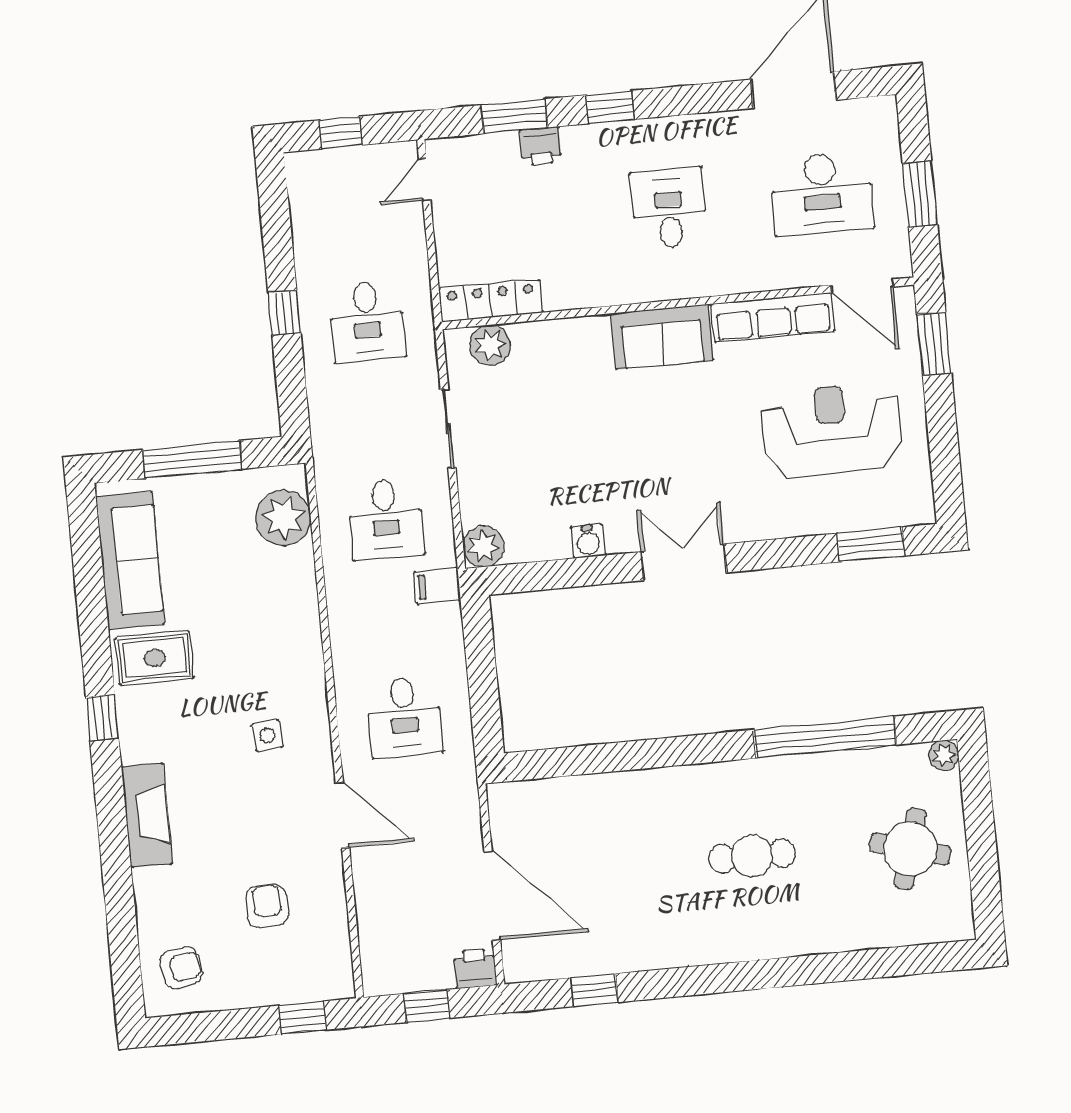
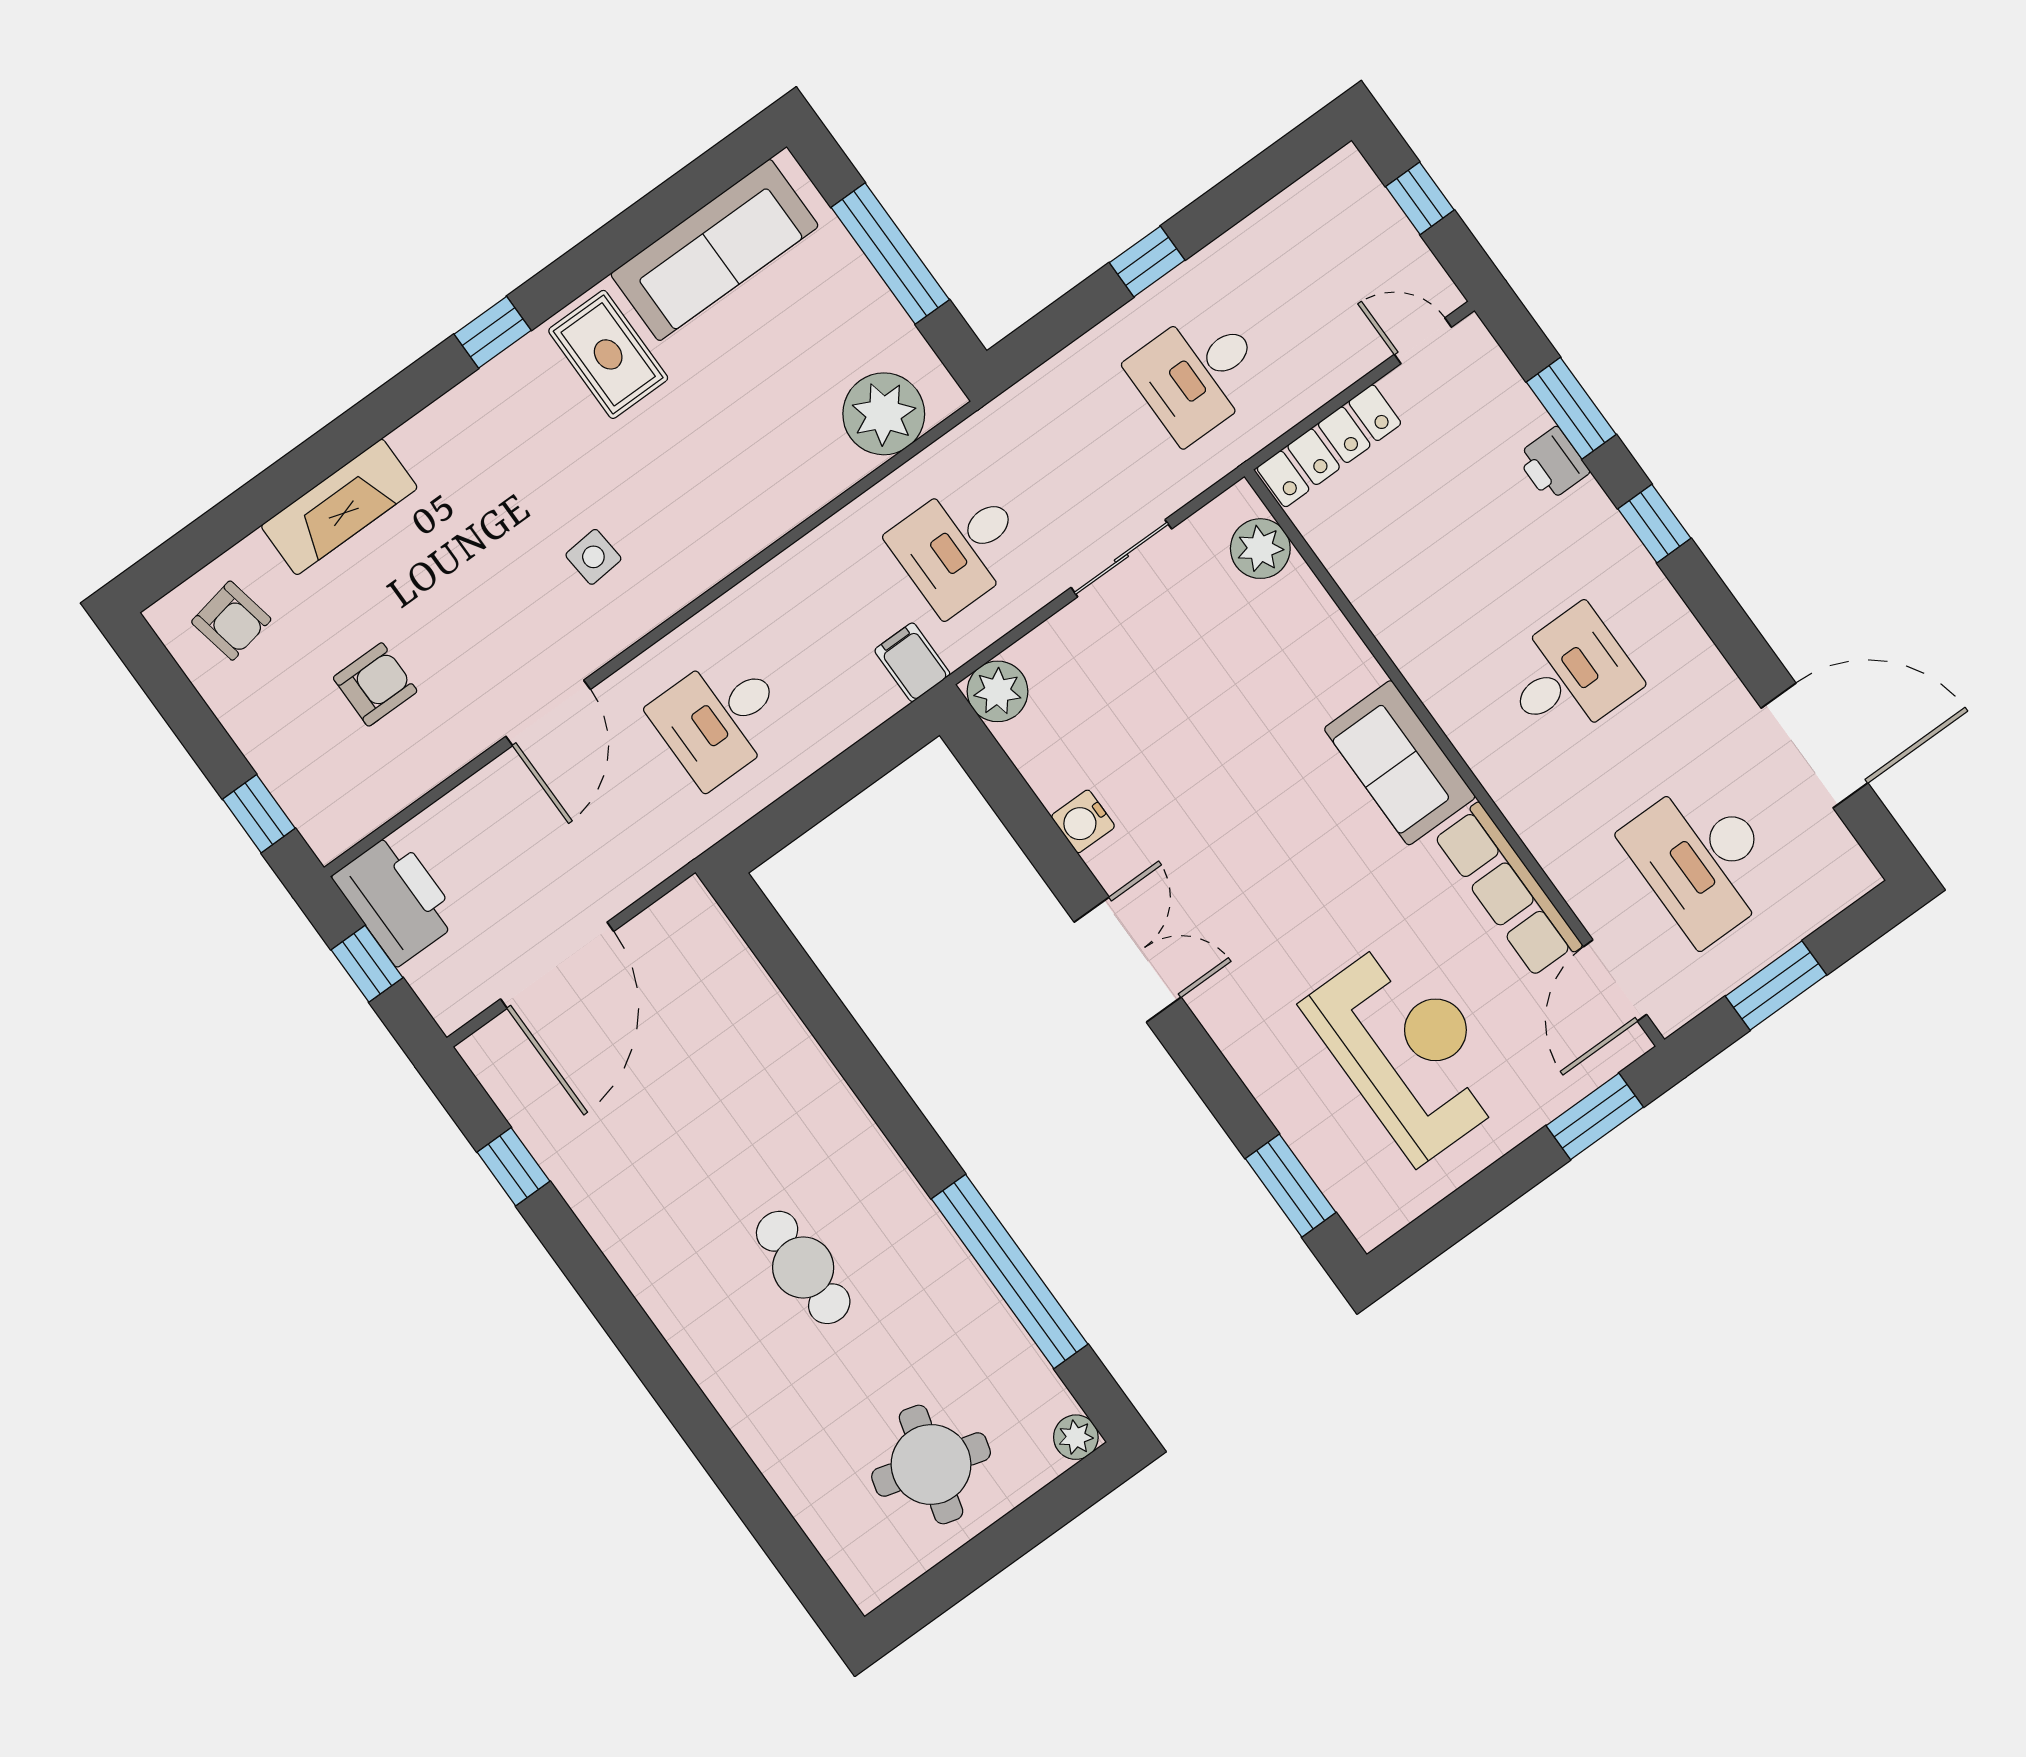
locker: (491, 301) -> (1329, 446), moved, turned 90
fireplace: (147, 815) -> (339, 507), moved
printer: (475, 968) -> (396, 899), moved, width x1.87, depth x1.48

